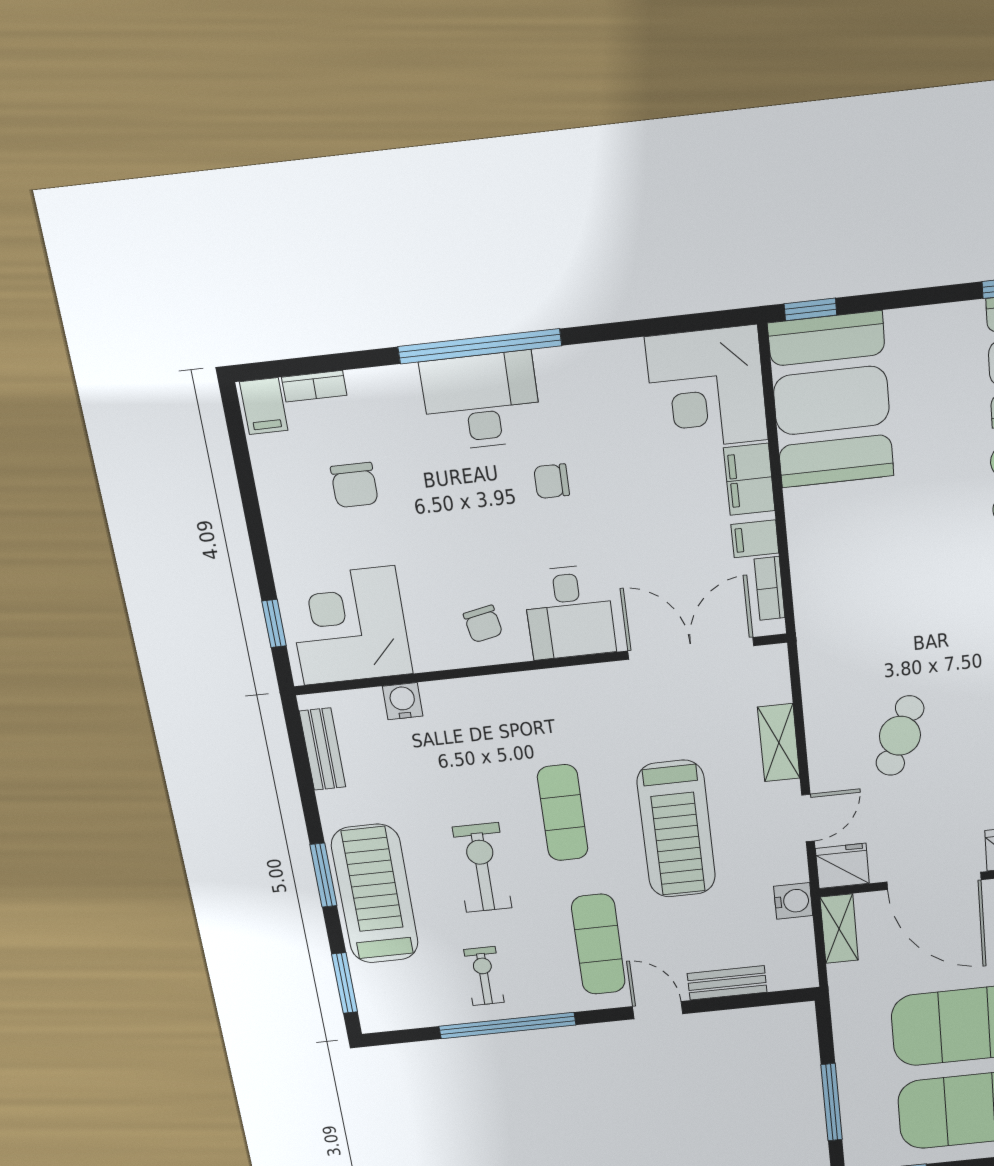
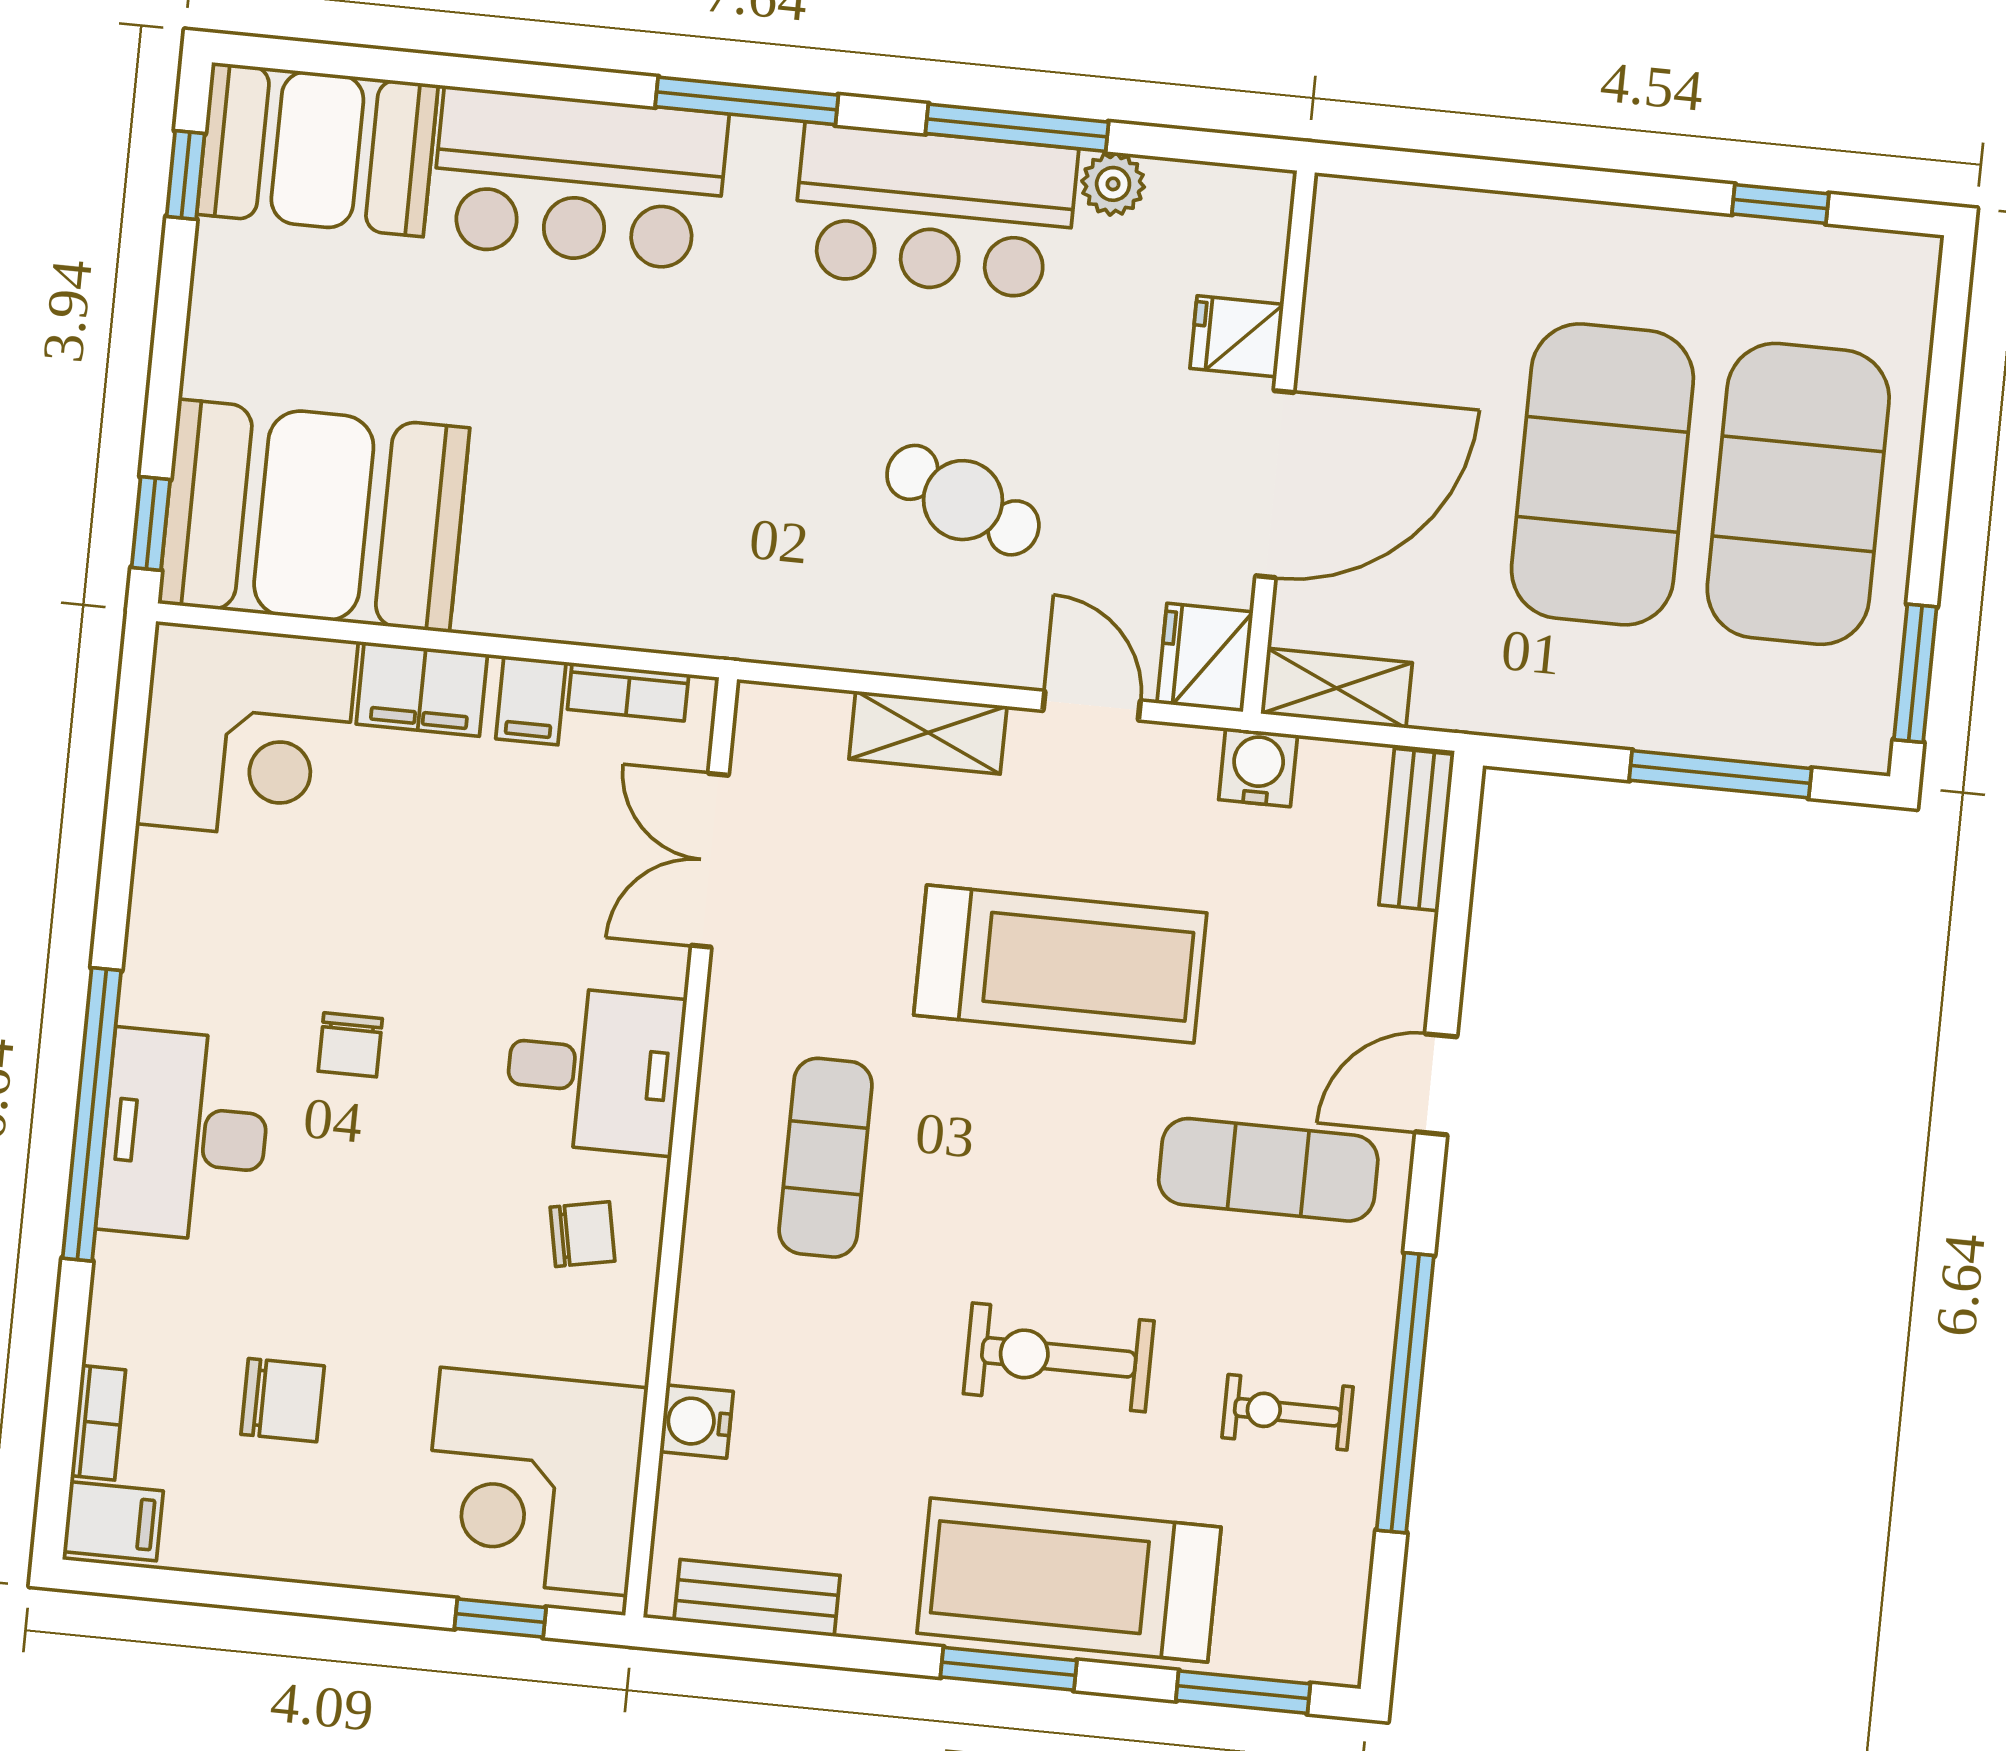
double door: (691, 648) -> (710, 860), width x0.73
exercise mat: (563, 813) -> (826, 1158), moved, turned 90
bench: (727, 983) -> (1416, 830), moved

